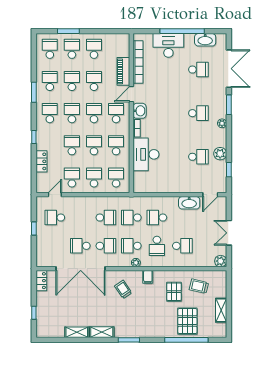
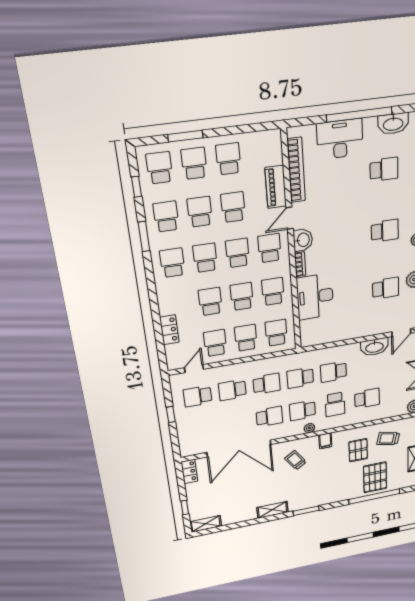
window: (34, 137) -> (137, 187), moved
school desk: (80, 246) -> (232, 390), moved
shelving: (77, 332) -> (206, 524), moved

